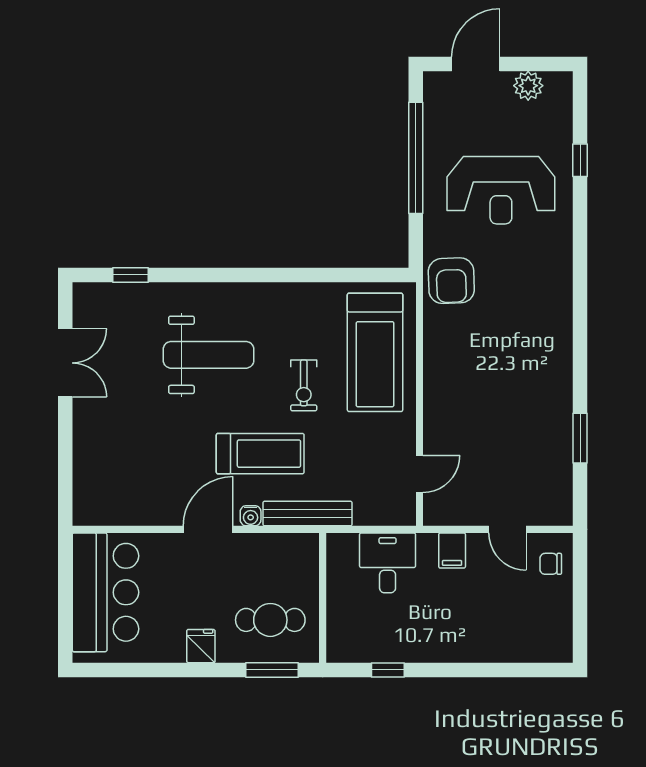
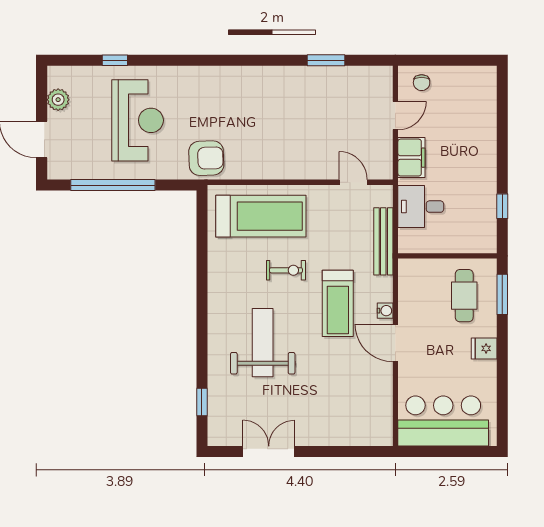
treadmill: (260, 454) -> (338, 303), turned 180
bench: (307, 514) -> (383, 241), moved
filing cabinet: (452, 551) -> (411, 158), width x2.00

